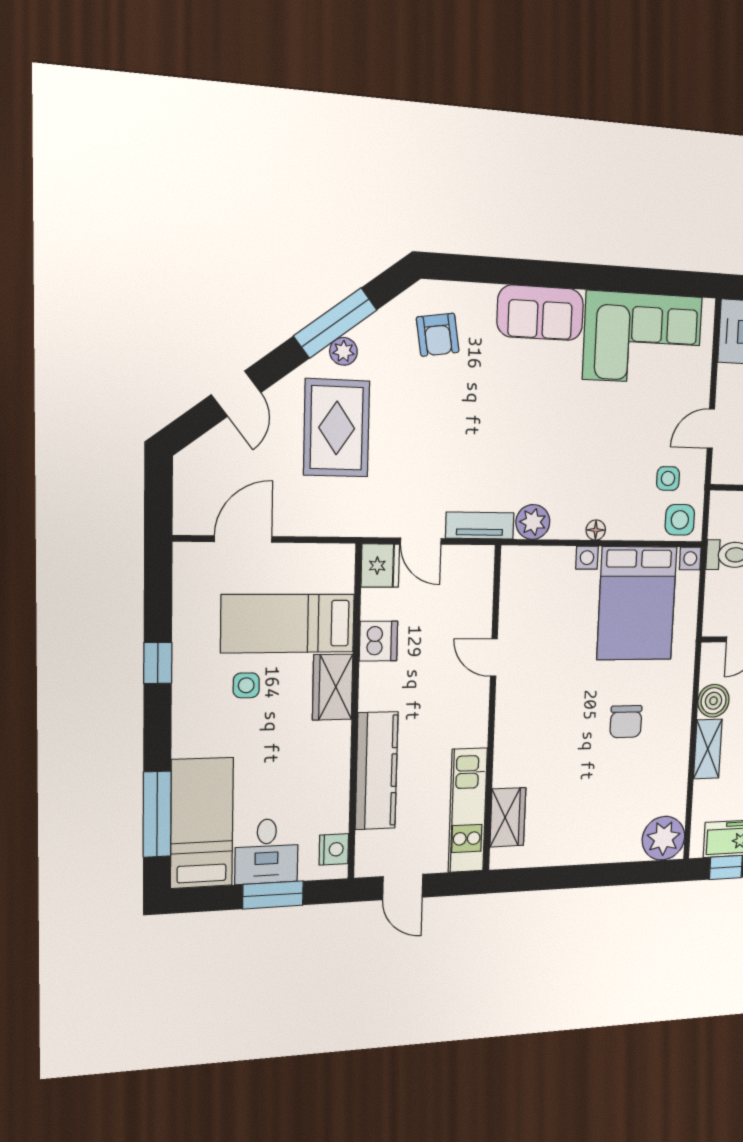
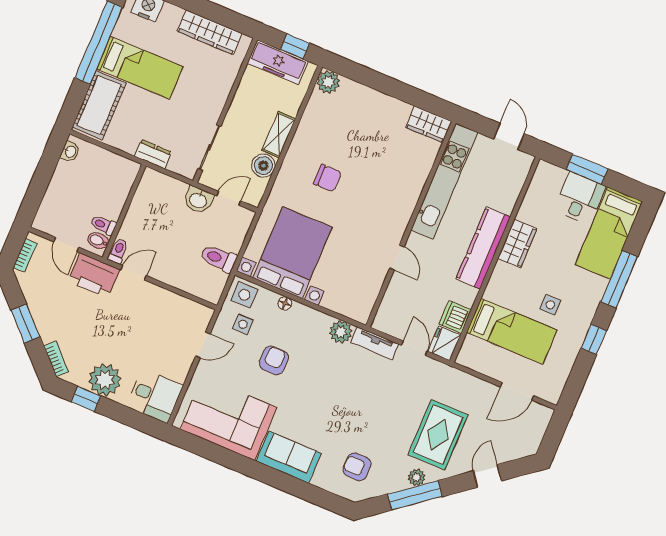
armchair: (438, 335) -> (357, 467), turned -81
armchair: (610, 445) -> (274, 360), added
floor lamp: (596, 530) -> (285, 303), moved
dishwasher: (378, 641) -> (455, 317), moved
wardrobe: (333, 687) -> (517, 244), moved
chair: (626, 722) -> (327, 178), turned 90
kitchen counter: (377, 771) -> (483, 248), moved
kitchen unit: (468, 810) -> (444, 181), width x1.36
window: (157, 814) -> (619, 279), moved
wardrobe: (508, 817) -> (429, 124), moved, turned -90
plant: (664, 838) -> (328, 82), width x0.73, depth x0.73
nightstand: (334, 849) -> (540, 181), removed

